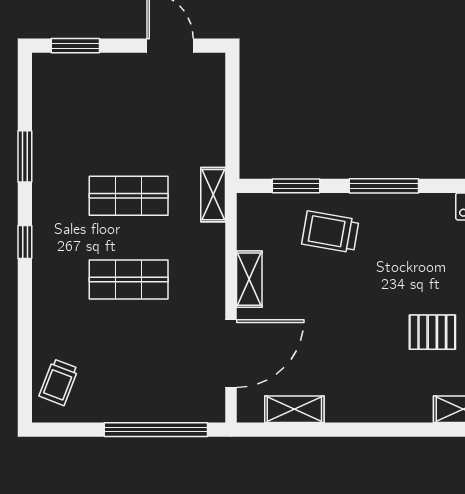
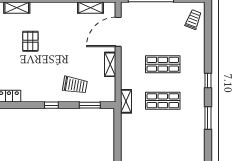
window: (384, 186) -> (51, 105), width x0.46
pallet: (432, 332) -> (30, 41), turned 90

